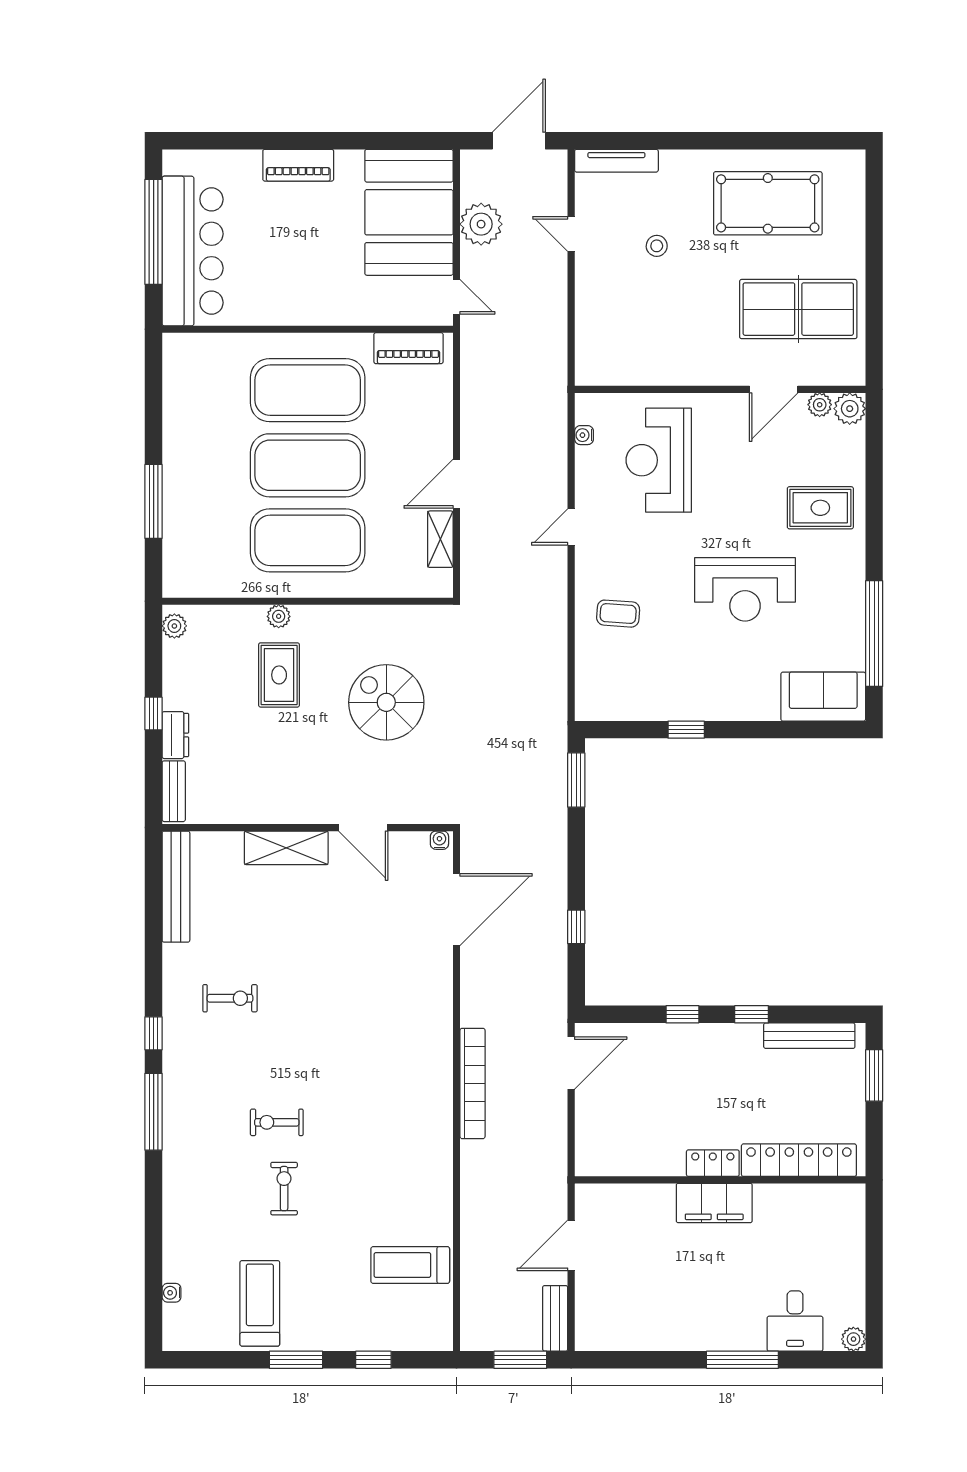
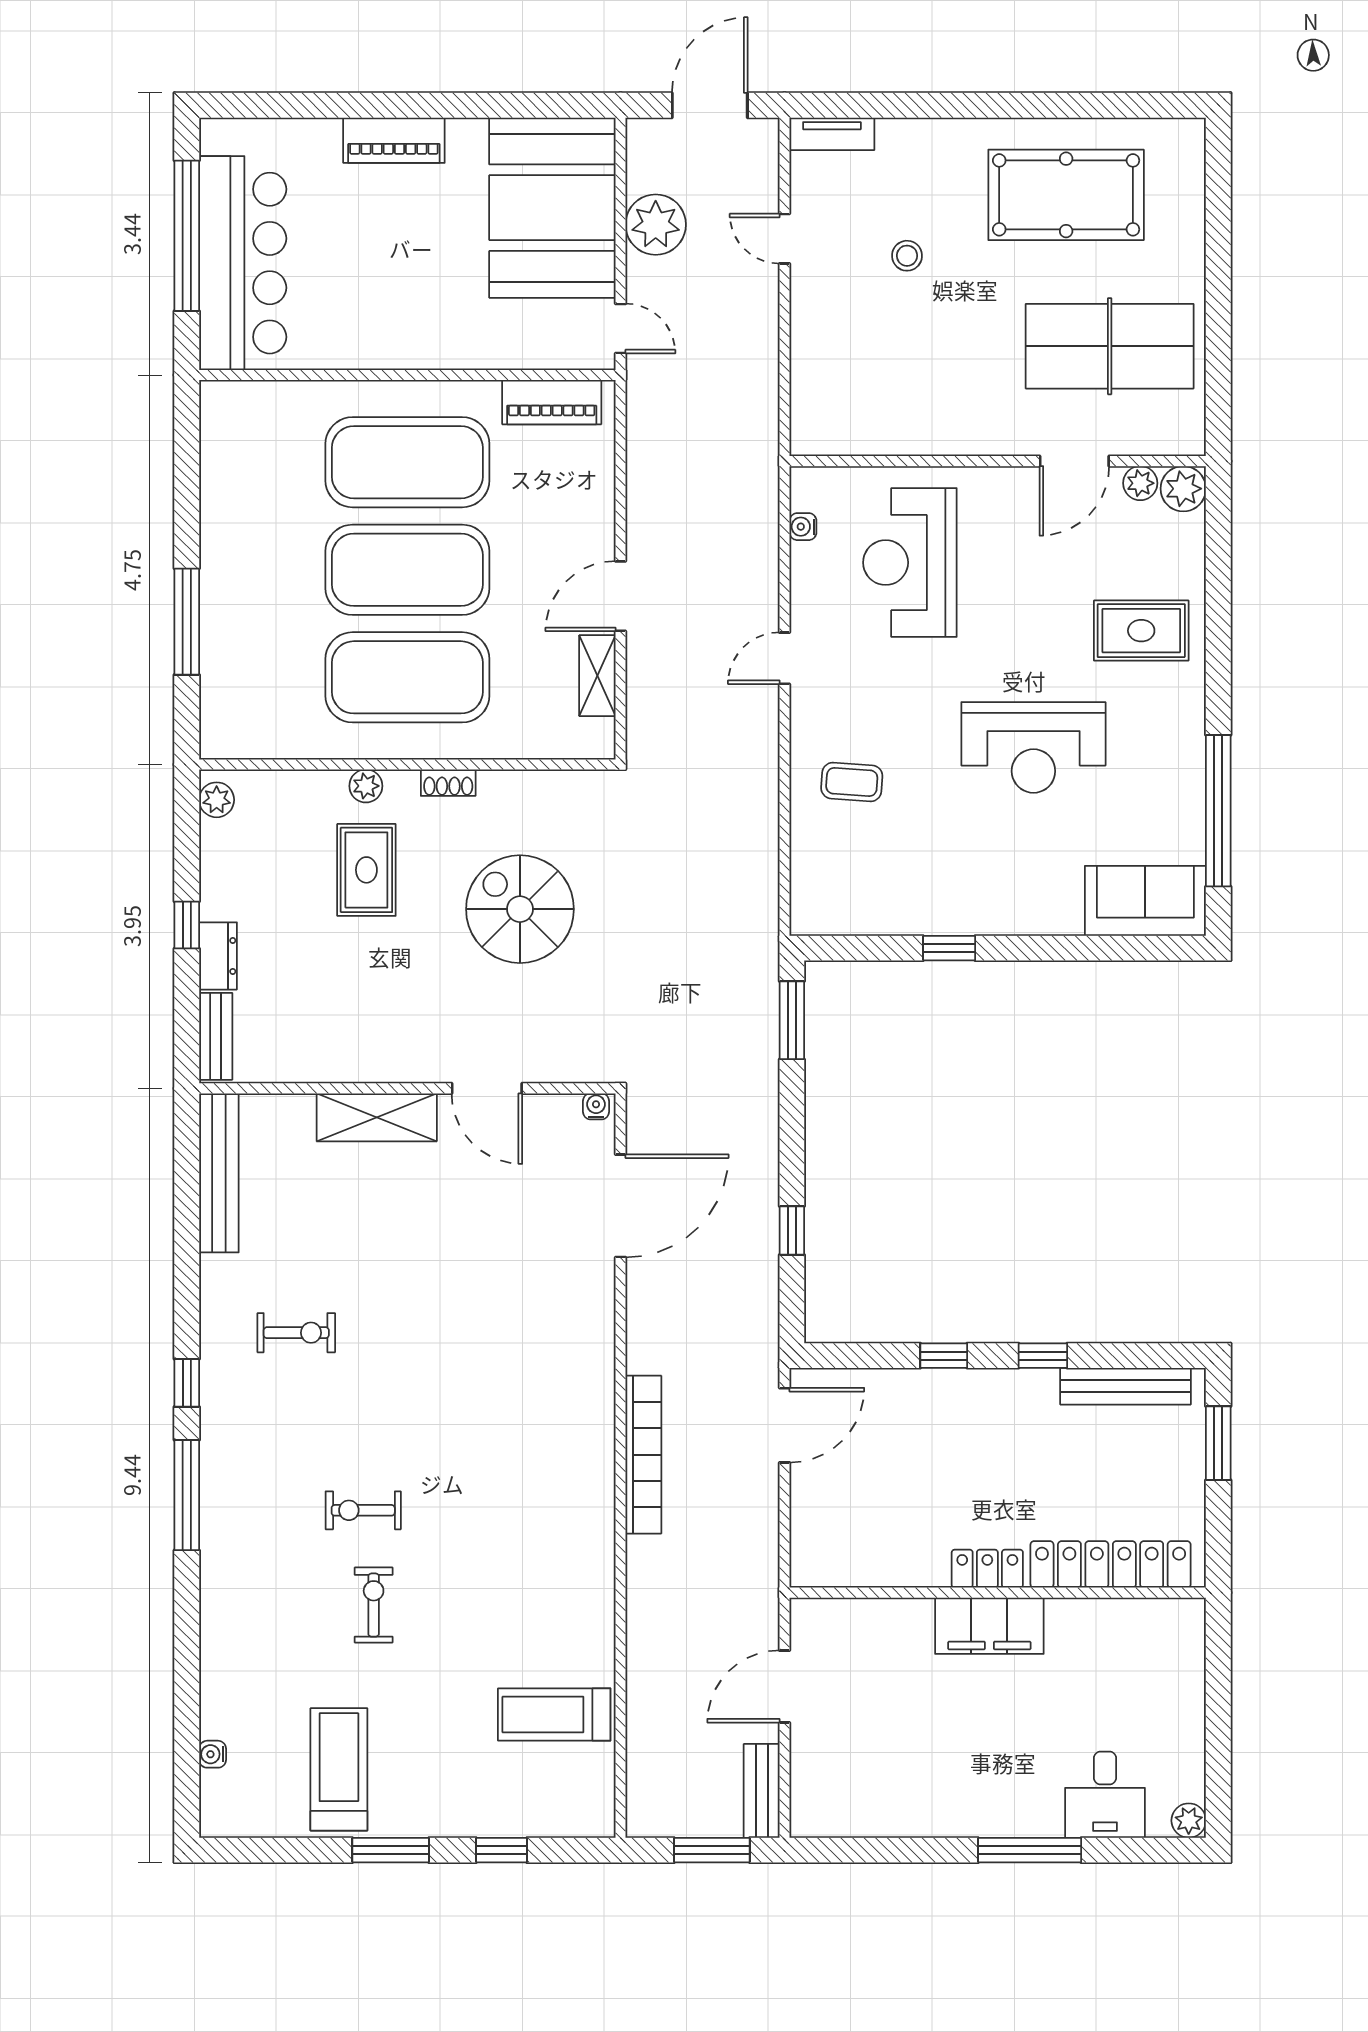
tv unit: (616, 161) -> (832, 134), width x0.71
shoe rack: (336, 614) -> (448, 783), added

